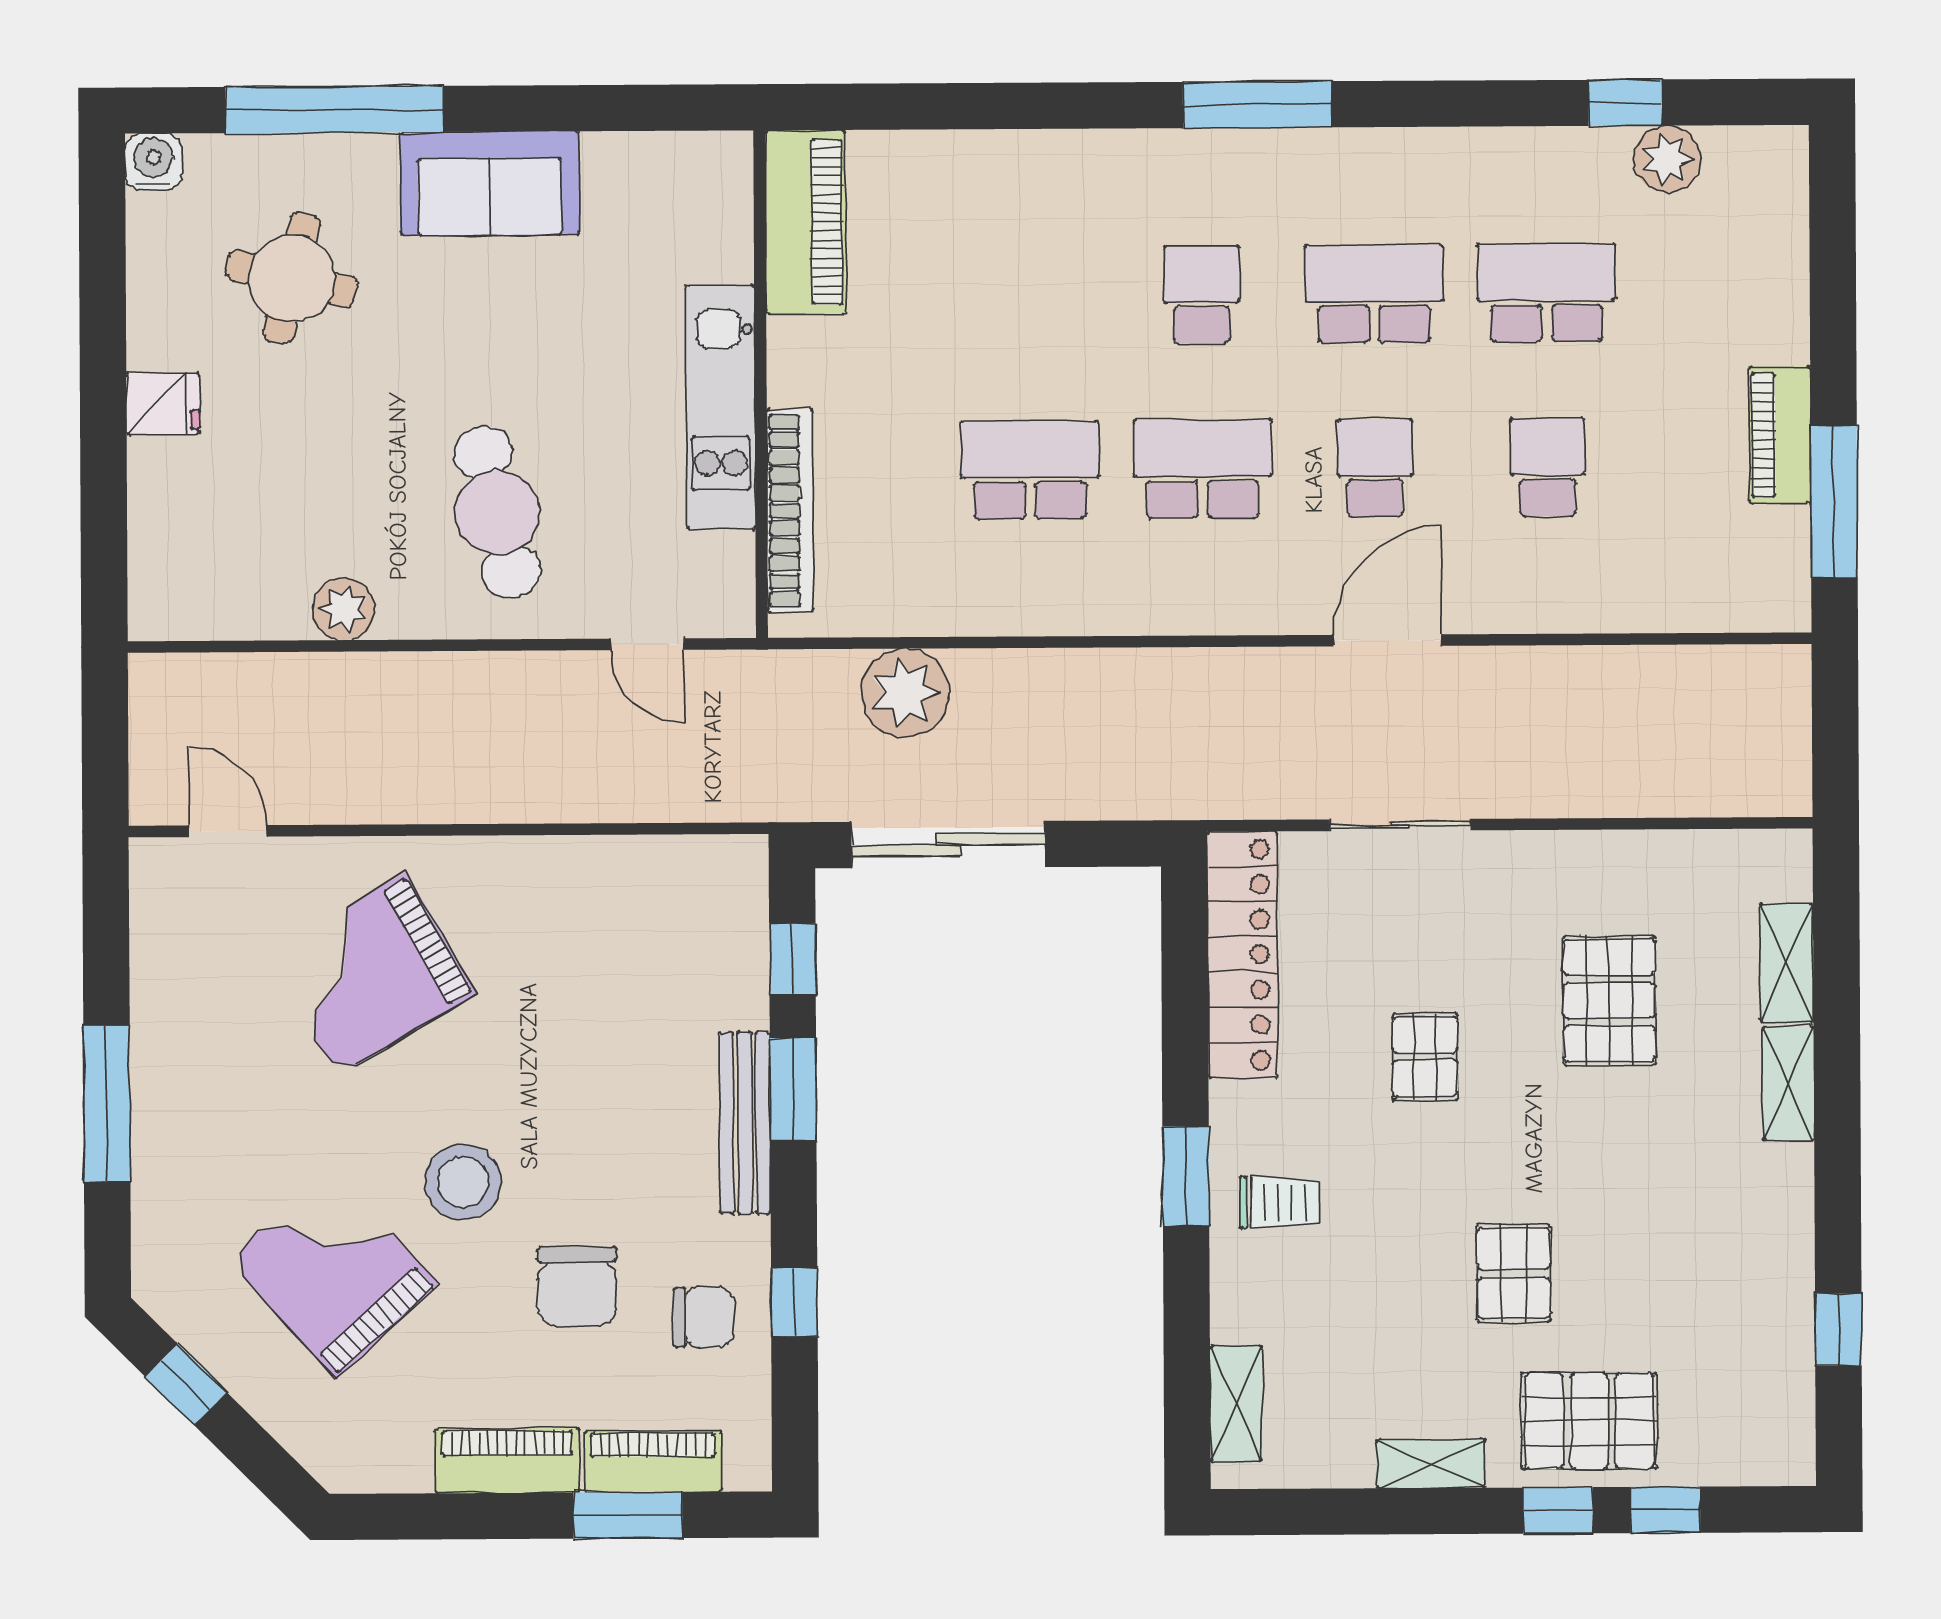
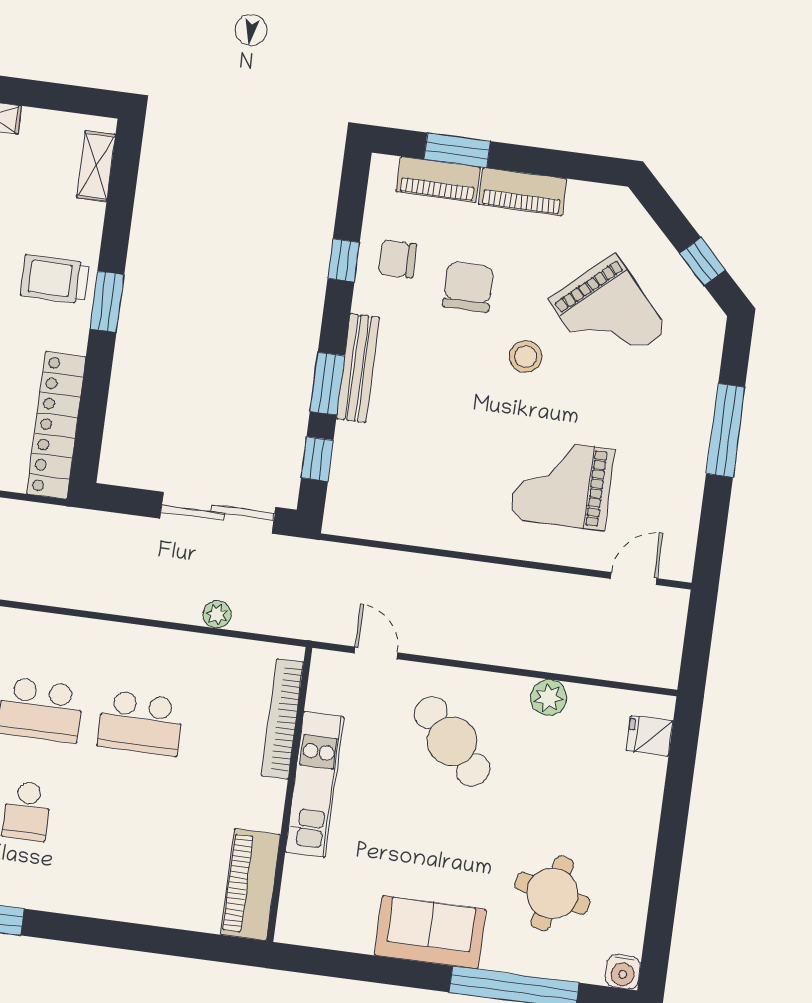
fridge: (163, 404) -> (650, 736), moved
cafe table: (497, 512) -> (452, 741), turned -31
plant: (905, 693) -> (217, 614), width x0.53, depth x0.53
door: (228, 831) -> (634, 578), swing flipped
grand piano: (371, 974) -> (562, 484), turned -150
stool: (463, 1182) -> (526, 356), width x0.73, depth x0.73
trolley: (1280, 1202) -> (55, 279), width x1.36, depth x1.39

